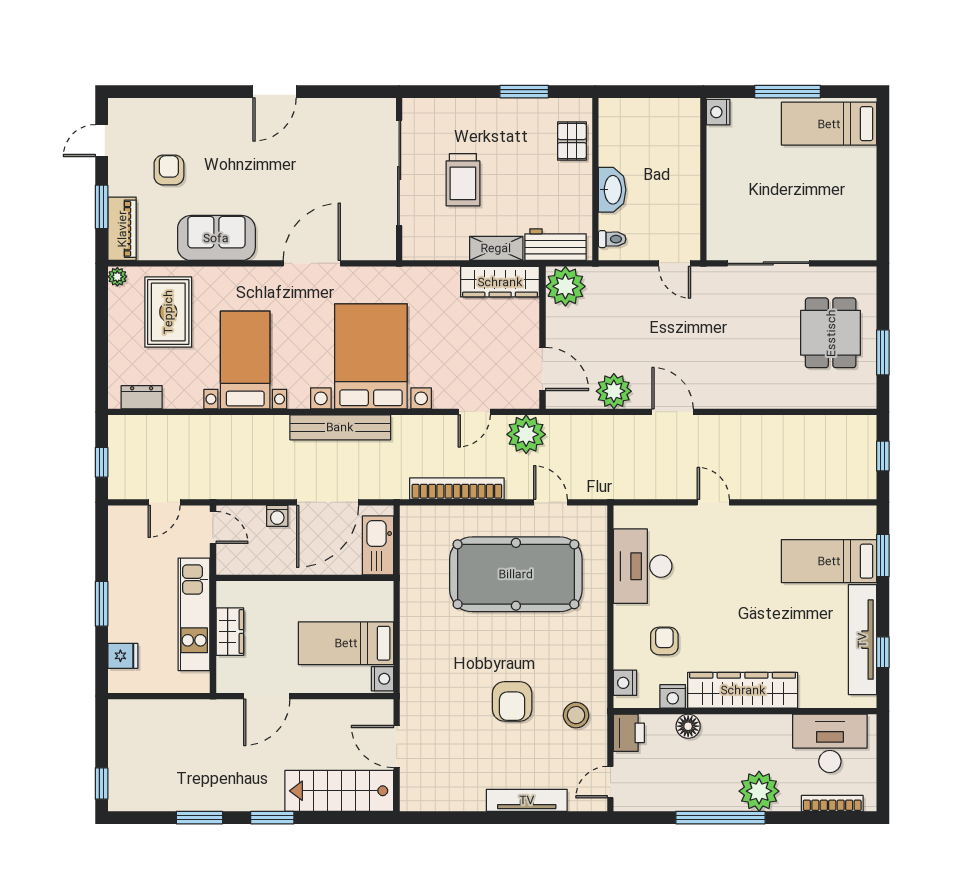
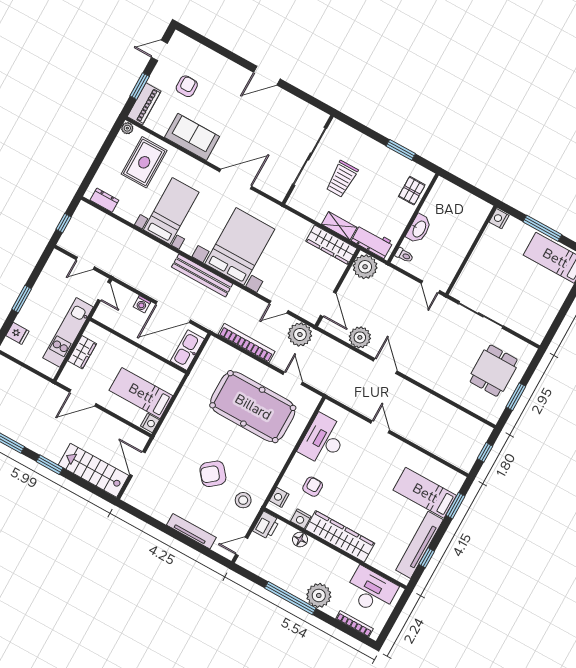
armchair: (512, 701) -> (213, 474), turned 51

